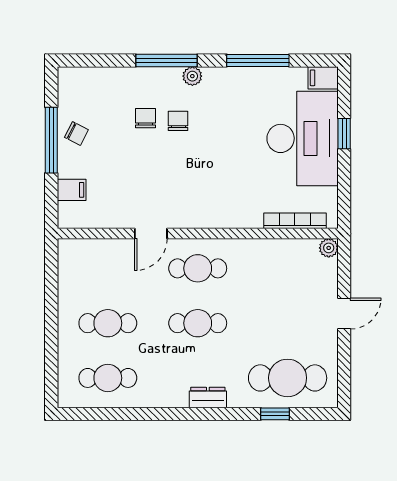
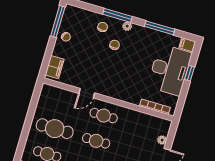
chair: (146, 118) -> (103, 27), moved
window: (51, 140) -> (58, 21), moved
filing cabinet: (72, 190) -> (55, 67), width x2.00
plant: (329, 248) -> (162, 140), moved
cafe table: (108, 323) -> (55, 129), width x1.37, depth x1.35

